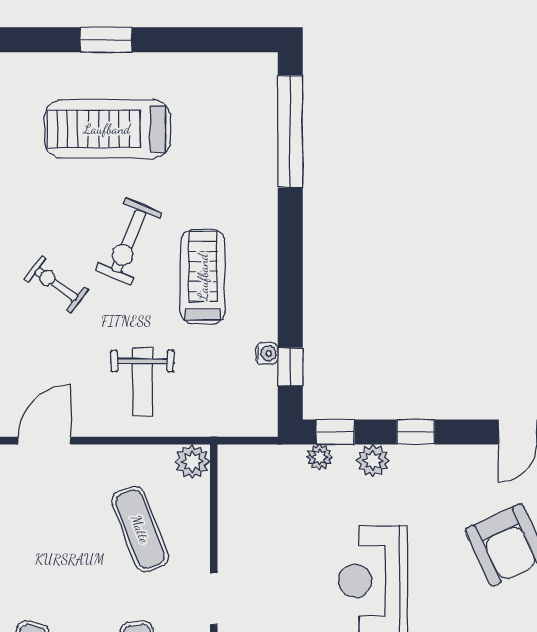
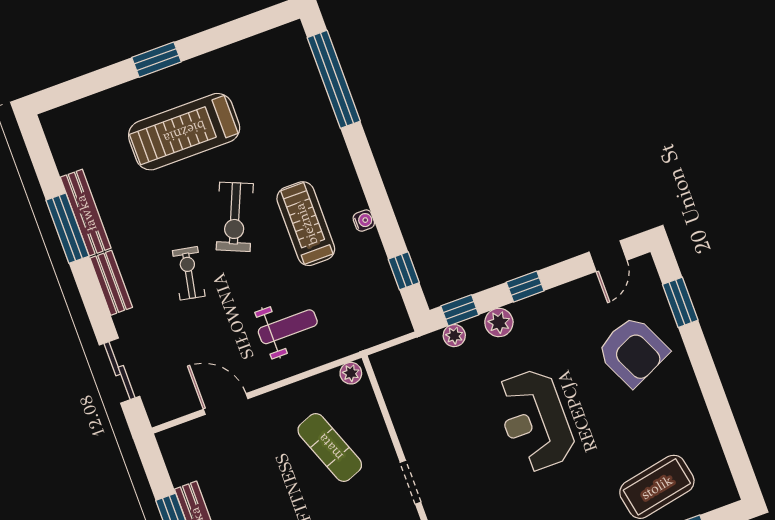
exercise bike: (56, 284) -> (189, 273), turned 65
water cooler: (267, 354) -> (364, 221), moved
weight bench: (142, 381) -> (288, 327), turned -90
door: (44, 441) -> (226, 404), hinge flipped
plant: (192, 461) -> (351, 373), width x0.73, depth x0.73

